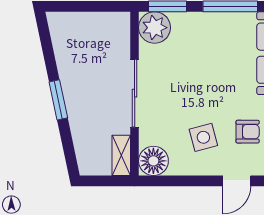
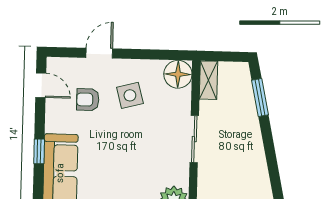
sliding door: (135, 93) -> (194, 139), width x0.73
window: (58, 100) -> (260, 98), moved

